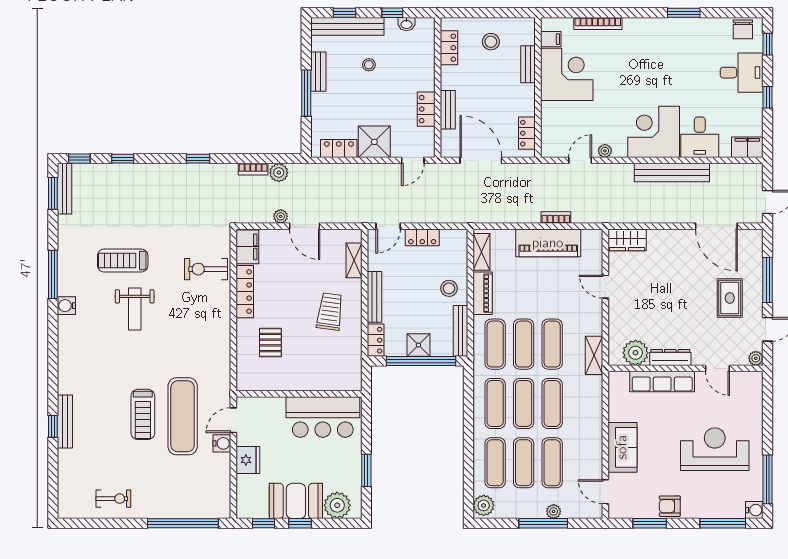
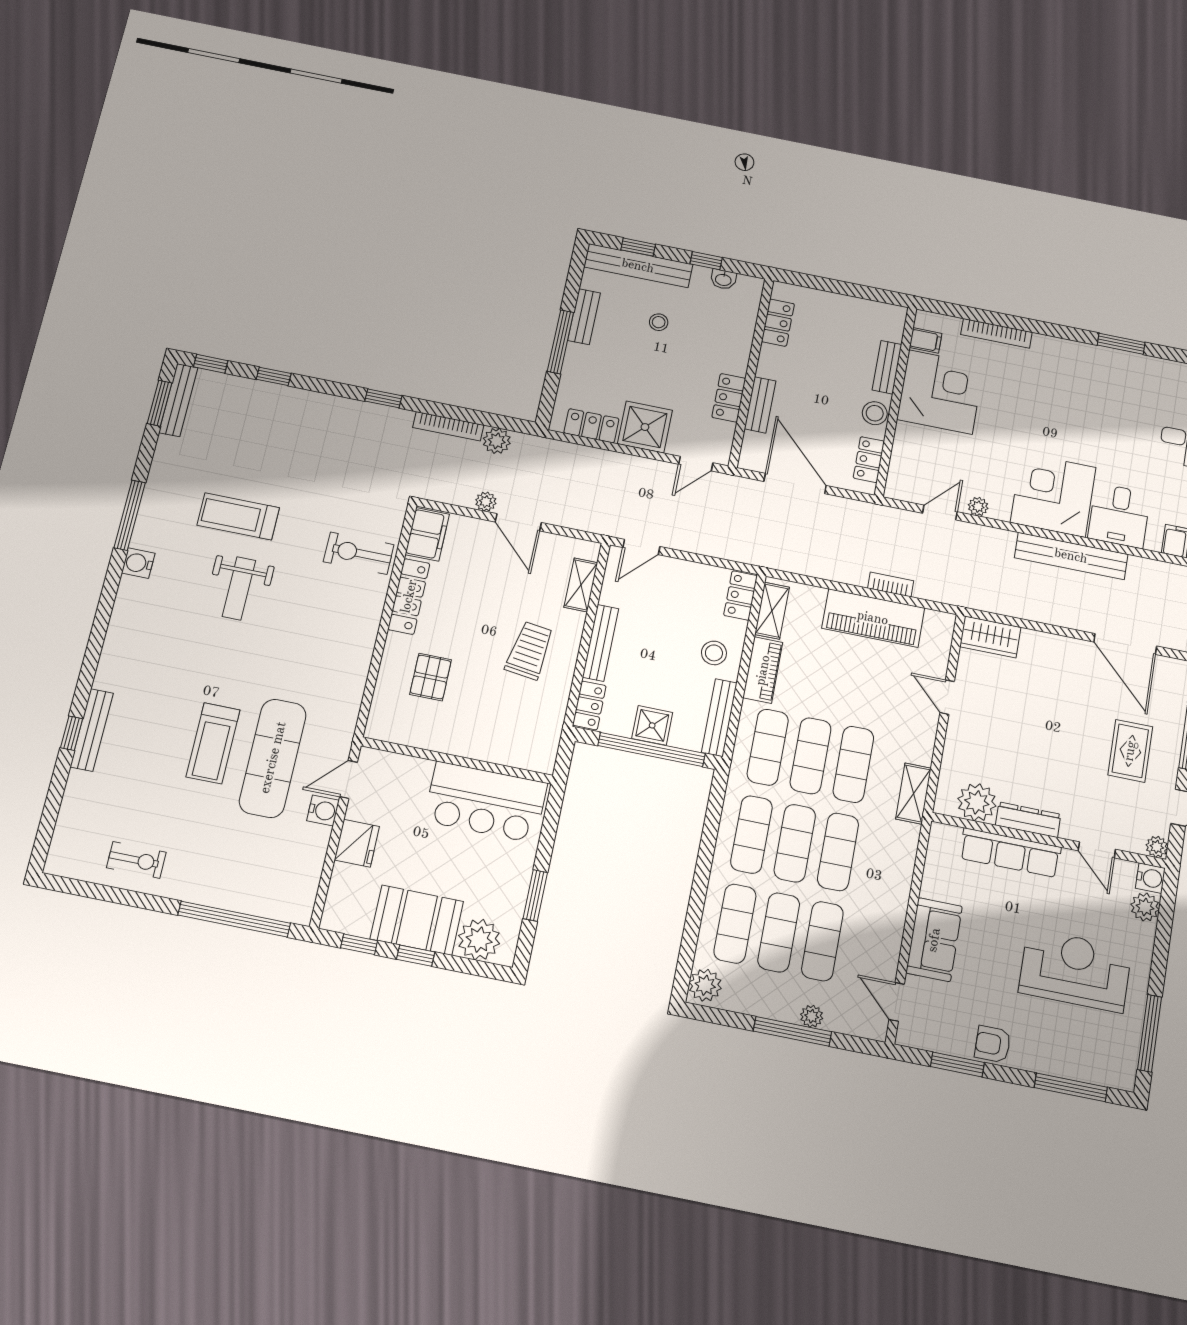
stool: (491, 42) -> (875, 413), moved
bookcase: (253, 169) -> (448, 426), width x1.56
locker: (422, 237) -> (741, 595), moved, turned 90
plant: (754, 399) -> (1145, 907), added
water cooler: (754, 510) -> (1150, 878), moved

